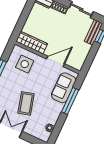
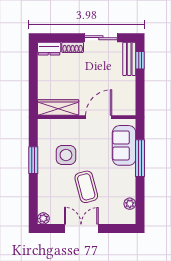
side table: (25, 64) -> (66, 155), moved

